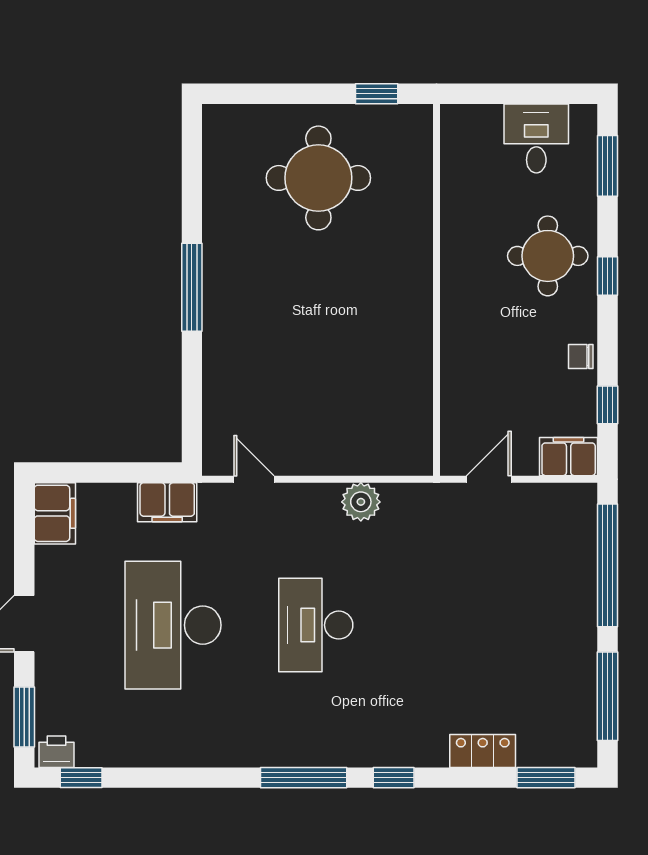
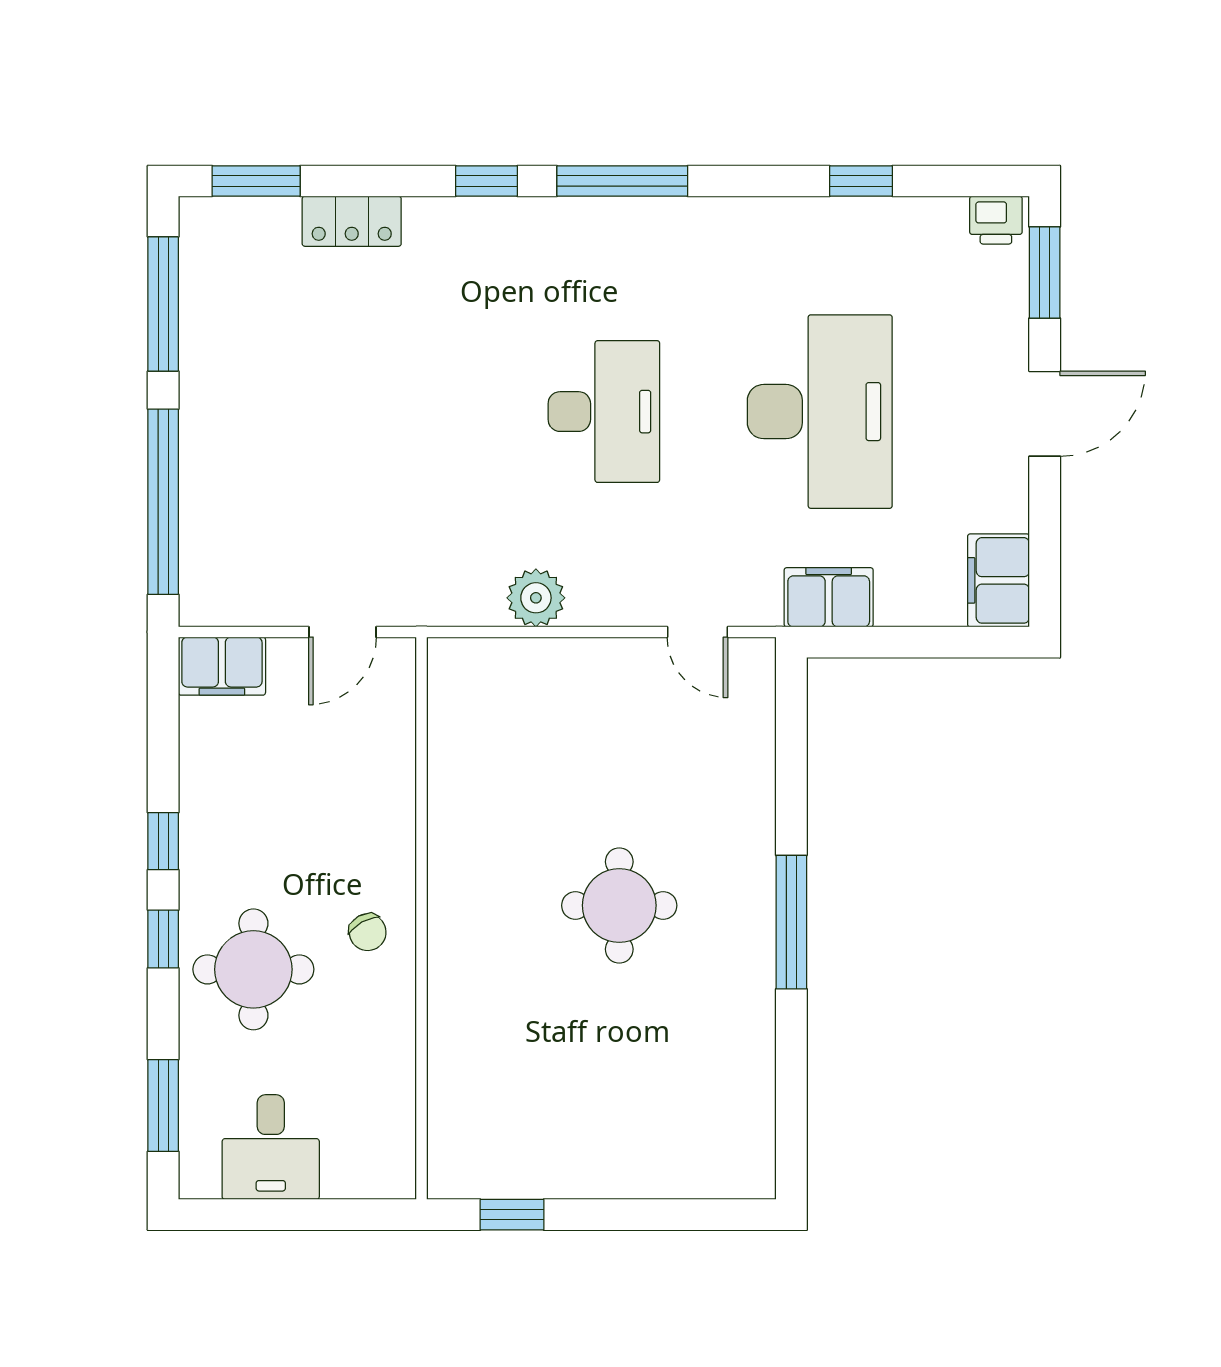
round table: (318, 178) -> (619, 905), moved, width x0.73, depth x0.73
chair: (581, 357) -> (368, 932), moved, turned 61
window: (607, 405) -> (163, 841), moved
window: (81, 778) -> (861, 181), moved

